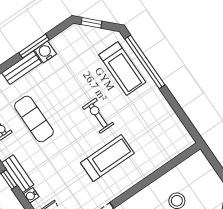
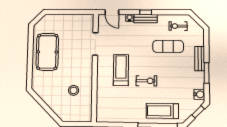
water cooler: (45, 52) -> (199, 94), moved
treadmill: (107, 158) -> (121, 70), turned 180

